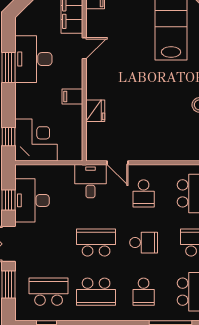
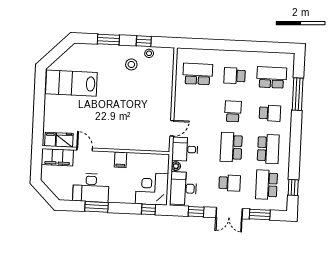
fridge: (95, 111) -> (65, 140), moved
plant: (68, 170) -> (176, 166), added
school desk: (144, 193) -> (230, 183), moved
desk: (32, 200) -> (183, 188), moved, turned 90

